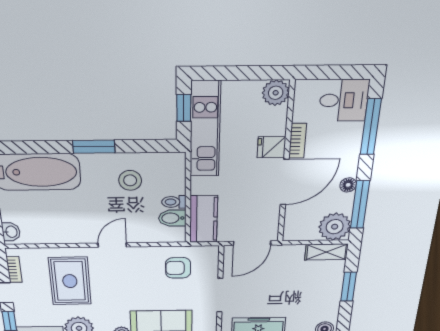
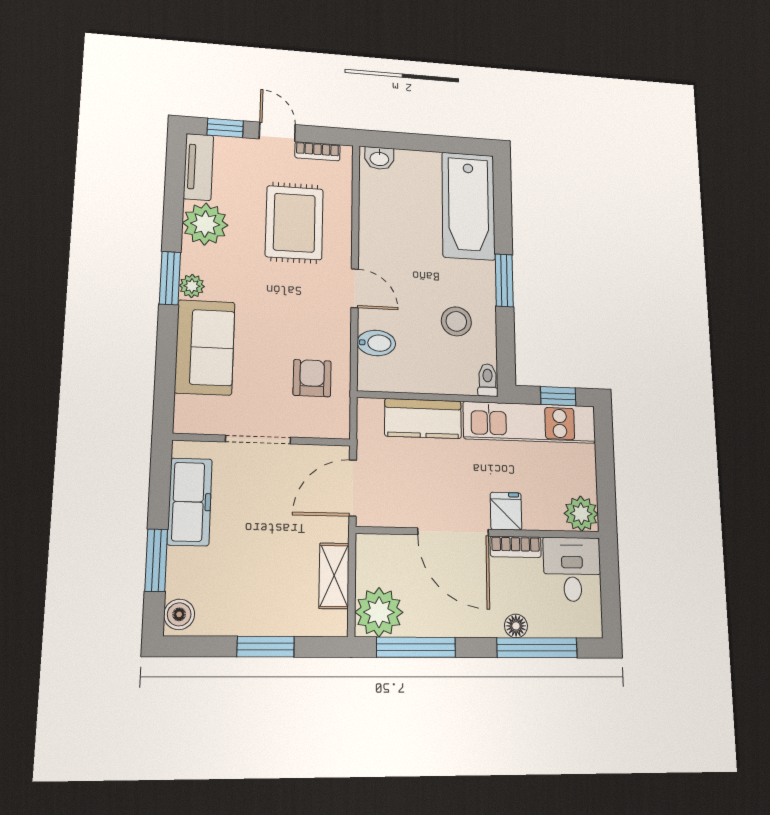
desk: (344, 100) -> (572, 569), moved, turned 180
floor lamp: (348, 185) -> (516, 626), moved
toilet: (174, 202) -> (488, 380), moved
bidet: (172, 218) -> (376, 343), moved, turned 90
kitchen counter: (204, 219) -> (423, 419), moved
door: (252, 243) -> (353, 488), hinge flipped
shelving: (326, 252) -> (334, 576), moved
rug: (70, 281) -> (294, 223), turned 90

